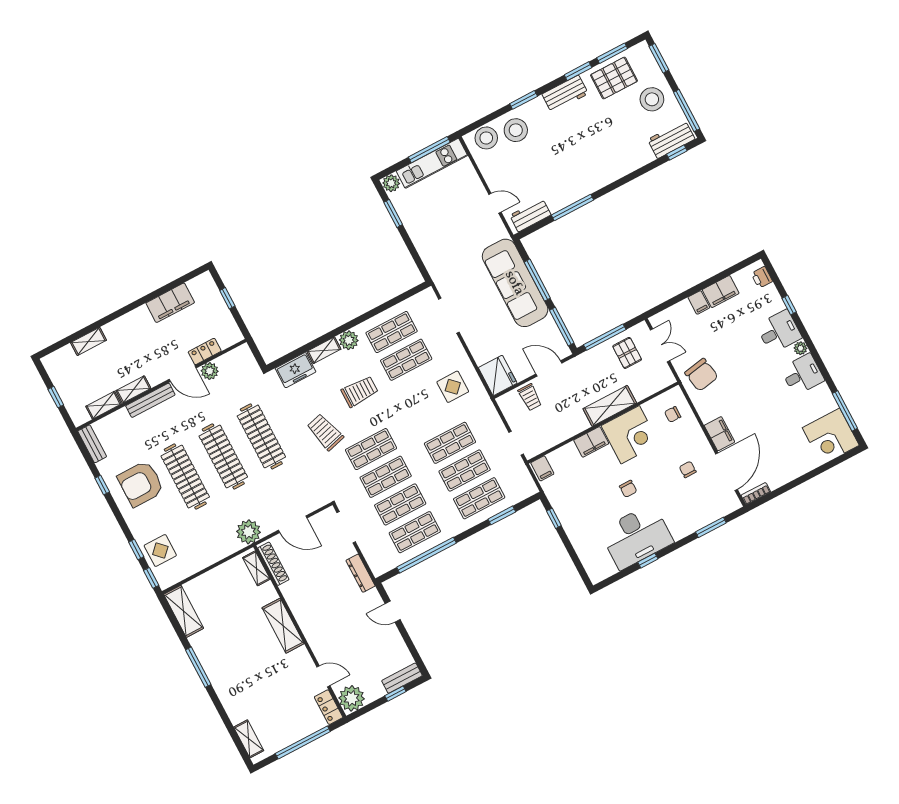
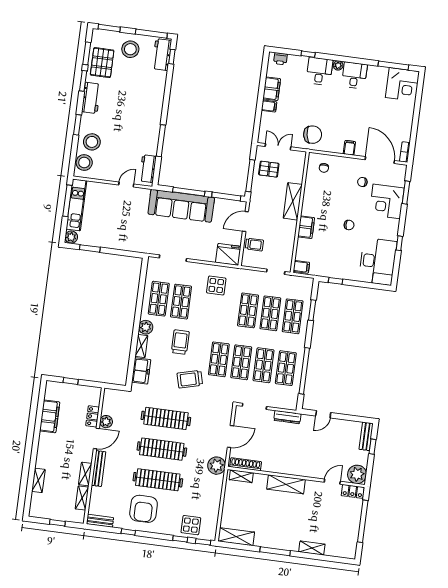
filing cabinet: (720, 434) -> (349, 148), width x0.50
corner desk: (630, 435) -> (387, 201), moved, turned 180
desk: (637, 536) -> (378, 261), moved
shelving: (249, 739) -> (312, 548), moved

